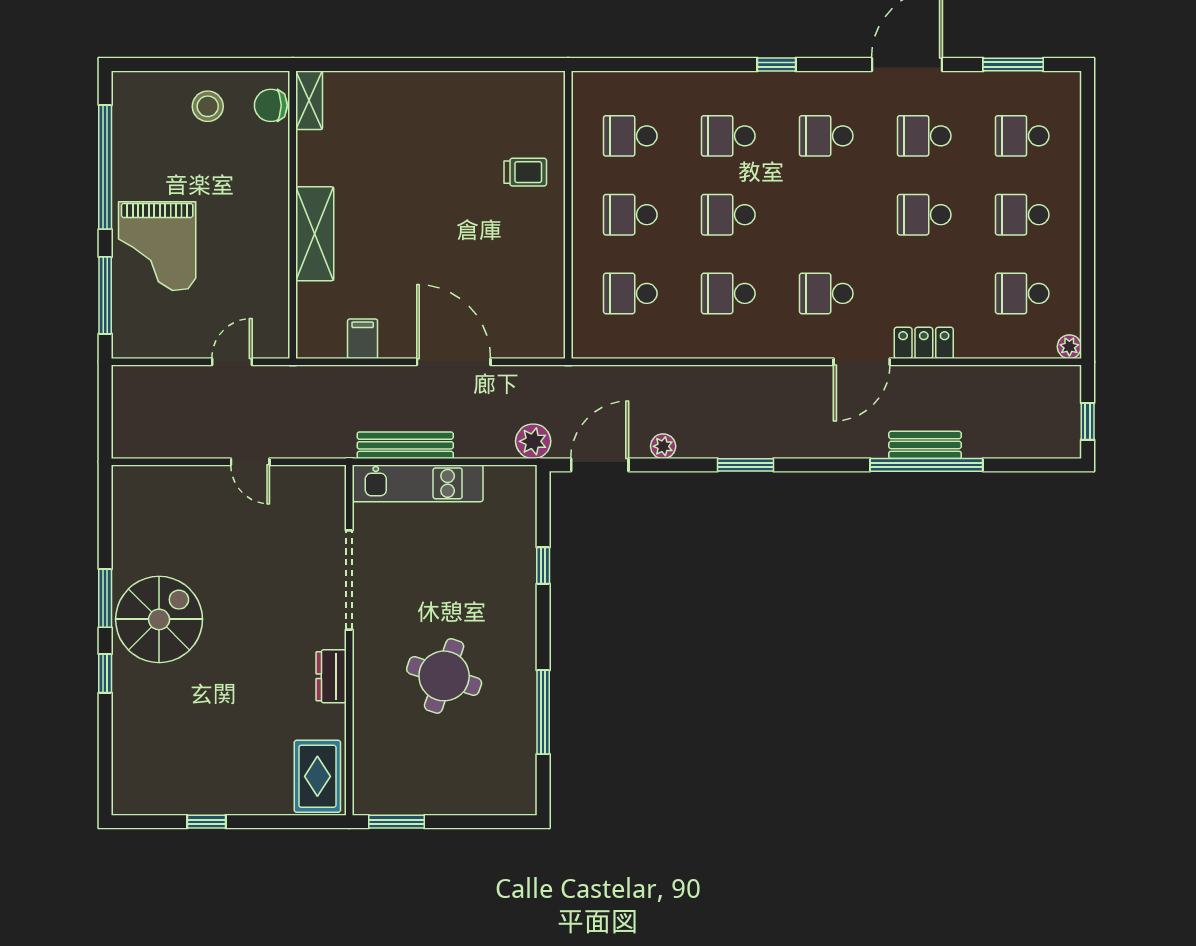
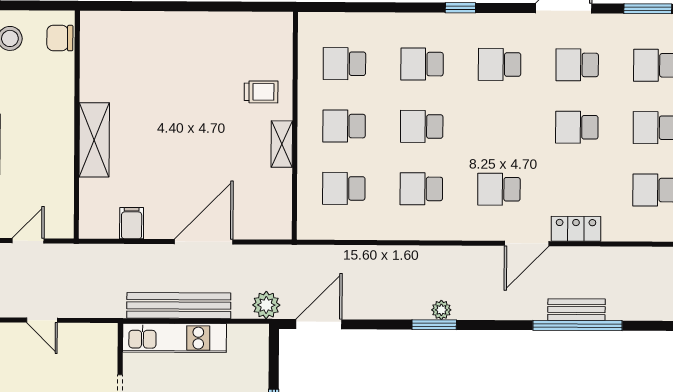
shelving: (309, 100) -> (282, 144), moved
door: (454, 362) -> (204, 242), hinge flipped
bench: (405, 445) -> (179, 305), width x1.37, depth x1.21
plant: (663, 446) -> (441, 310), moved

